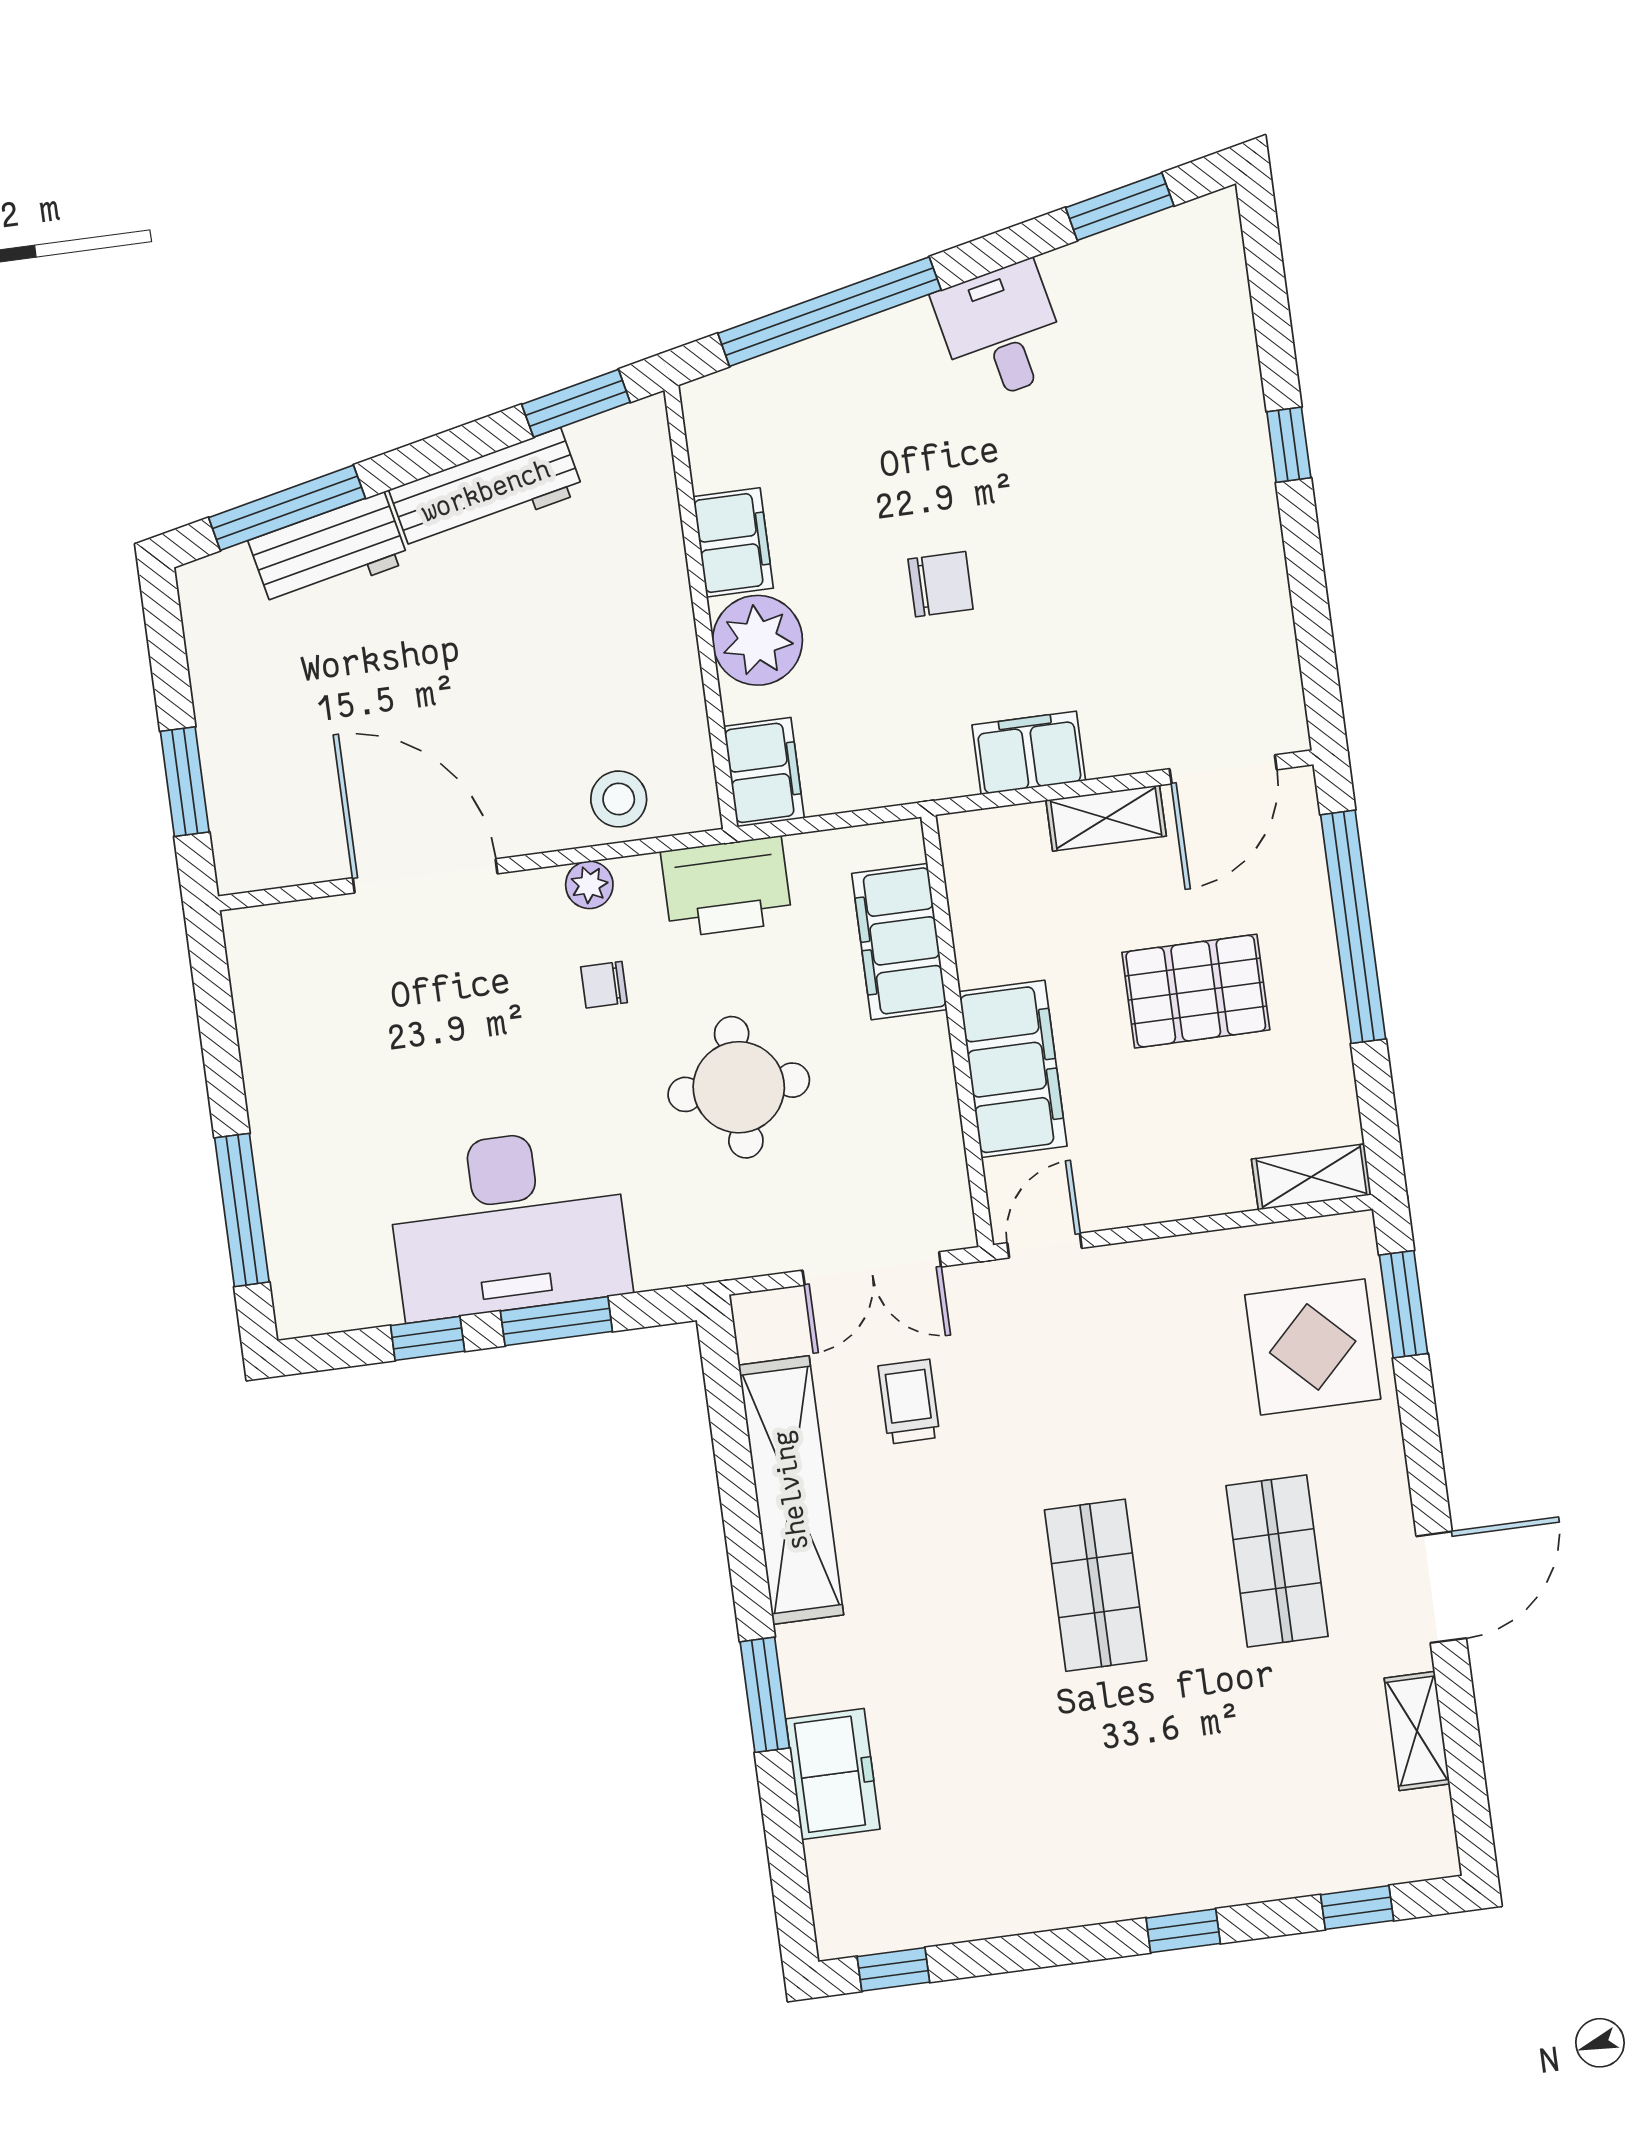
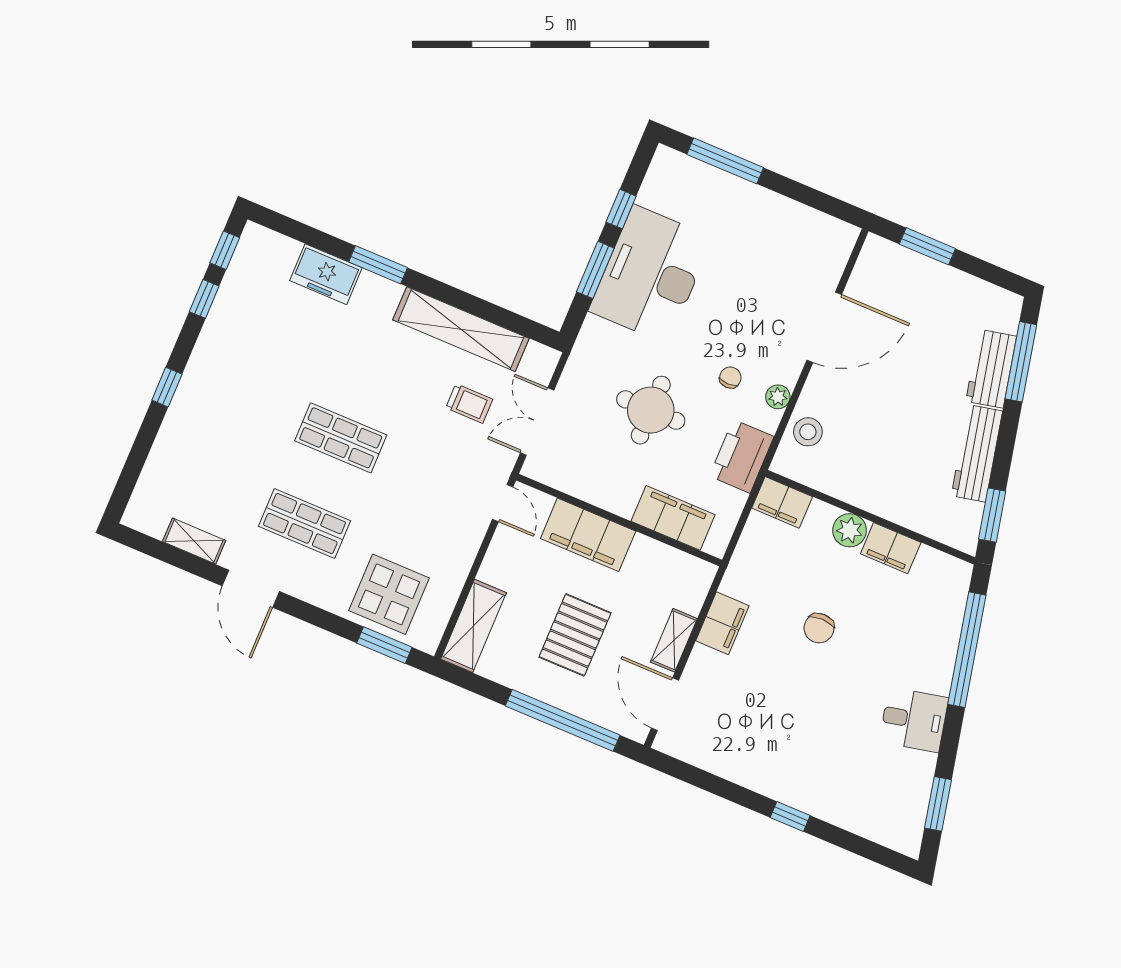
plant: (758, 640) -> (850, 530), width x0.73, depth x0.73
shelving: (1311, 1177) -> (473, 626), width x1.50, depth x1.33
window: (1357, 1908) -> (204, 299), moved

